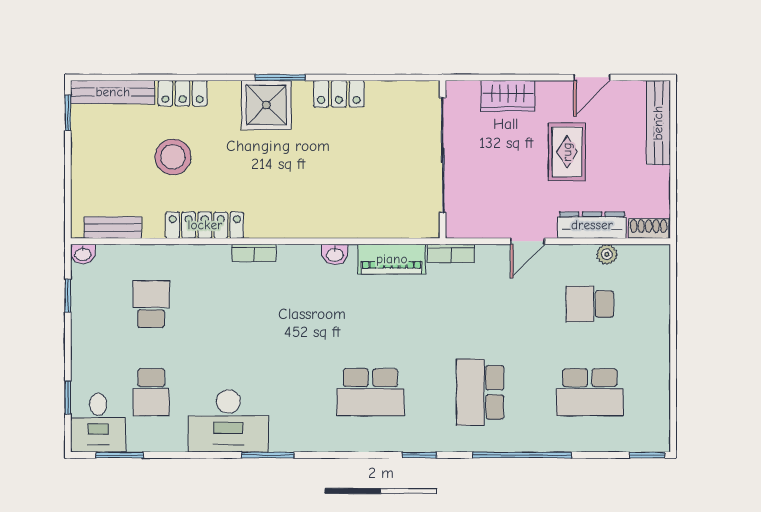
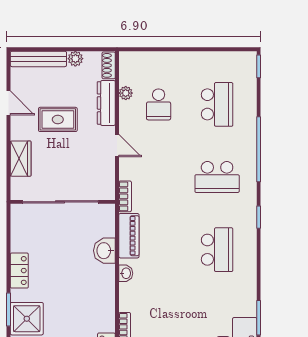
plant: (659, 178) -> (75, 59), added
washbasin: (369, 222) -> (104, 251), added

